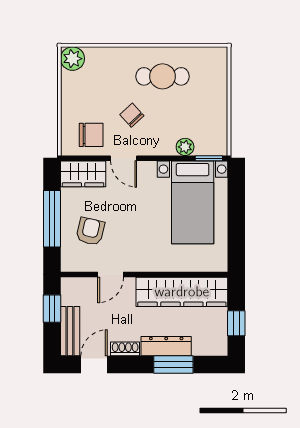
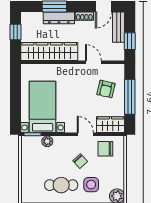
side table: (114, 77) -> (91, 185), added
door: (111, 274) -> (93, 62), hinge flipped

